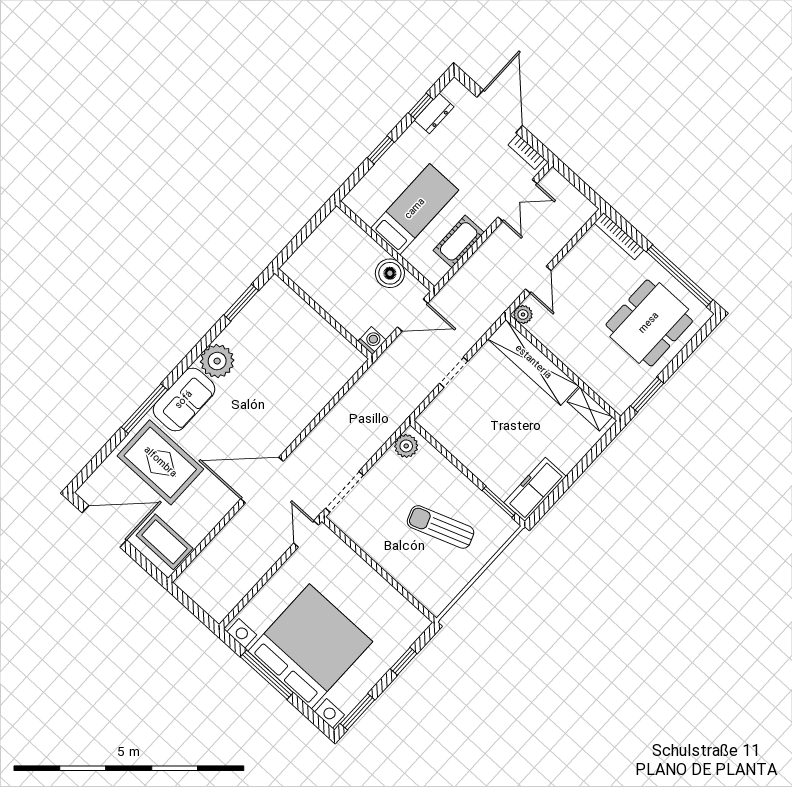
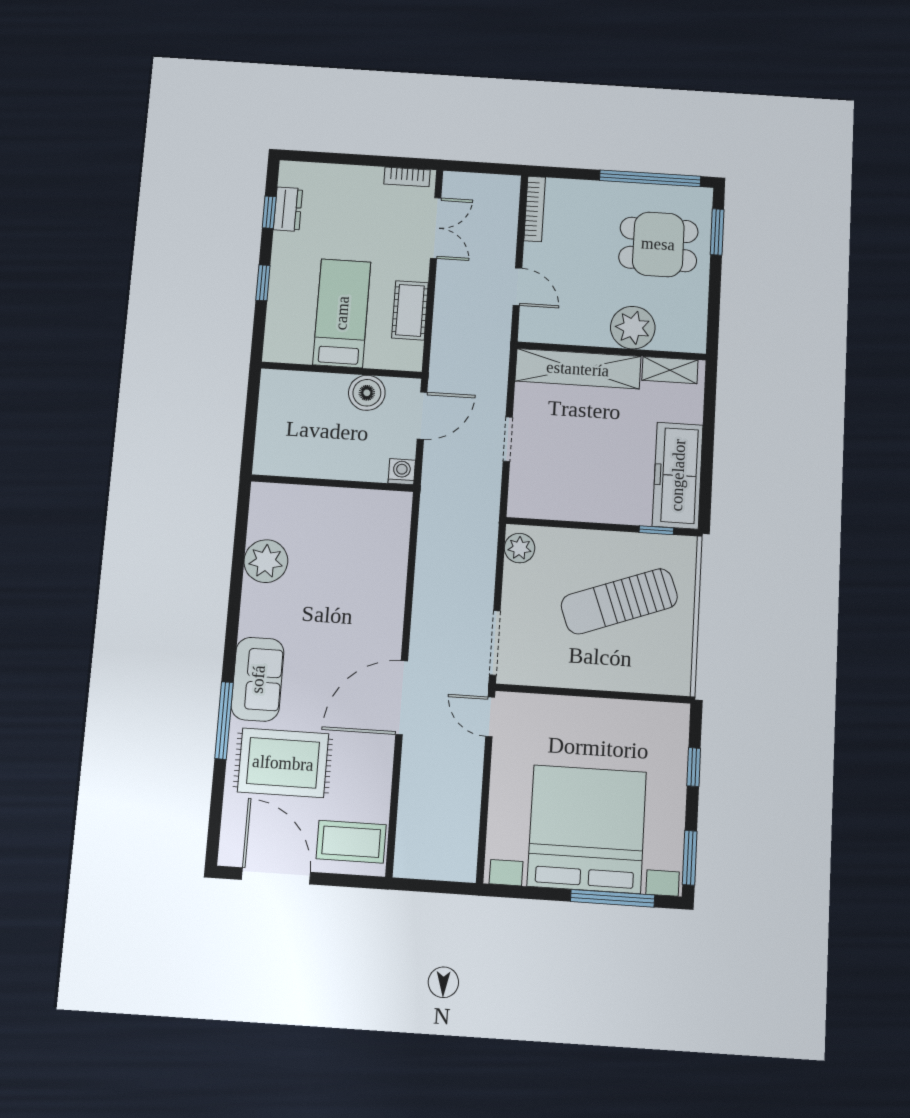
door: (500, 111) -> (350, 159), removed
bookcase: (619, 236) -> (535, 209), moved, turned -90
window: (241, 303) -> (240, 537), removed
plant: (523, 315) -> (633, 328), moved, width x1.87, depth x1.87
dining table: (649, 323) -> (658, 244), width x0.73
plant: (217, 361) -> (266, 561), moved
window: (647, 395) -> (717, 232), moved
freezer: (535, 489) -> (678, 475), width x1.36, depth x1.26
window: (499, 502) -> (656, 530), width x0.67
door: (104, 526) -> (276, 876), hinge flipped
sun lounger: (440, 527) -> (619, 601), width x1.36, depth x1.34
window: (267, 675) -> (613, 898), moved

